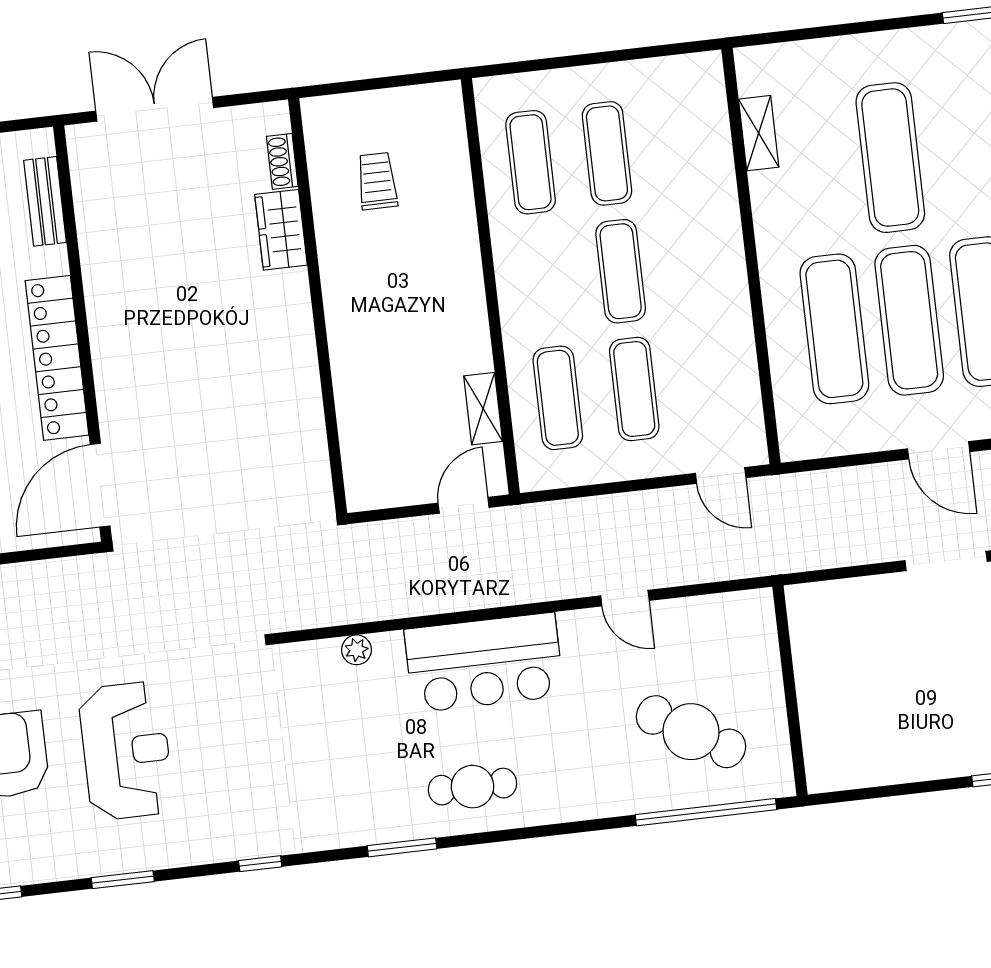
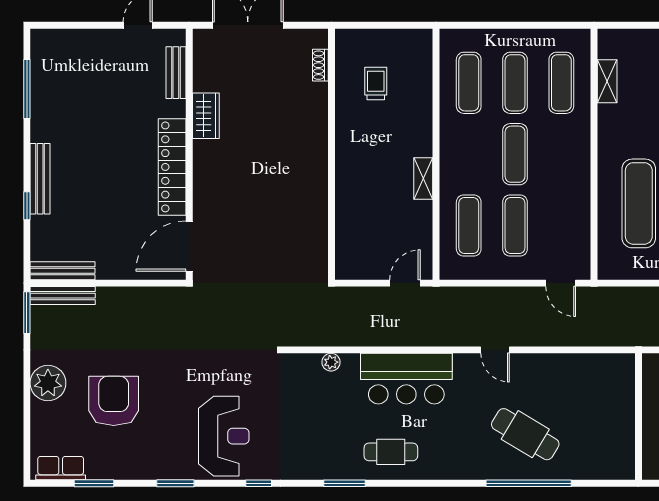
exercise mat: (683, 145) -> (561, 83), added
wardrobe: (281, 230) -> (206, 116), moved, turned 180
shelving: (483, 409) -> (423, 179), moved
wall: (790, 691) -> (638, 417), moved
reception desk: (126, 751) -> (224, 436), moved

